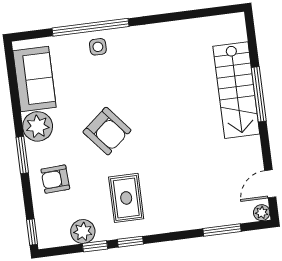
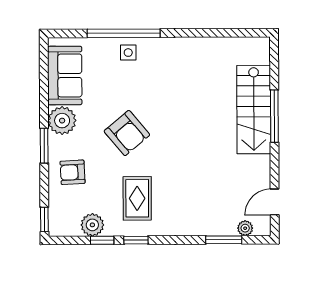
plant: (262, 213) -> (245, 228), moved

